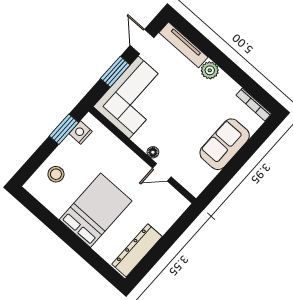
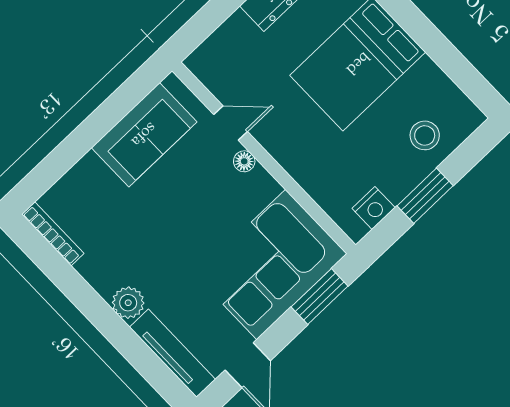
window: (115, 72) -> (320, 297), moved
window: (64, 129) -> (425, 196), moved
sofa: (225, 144) -> (144, 135), moved

